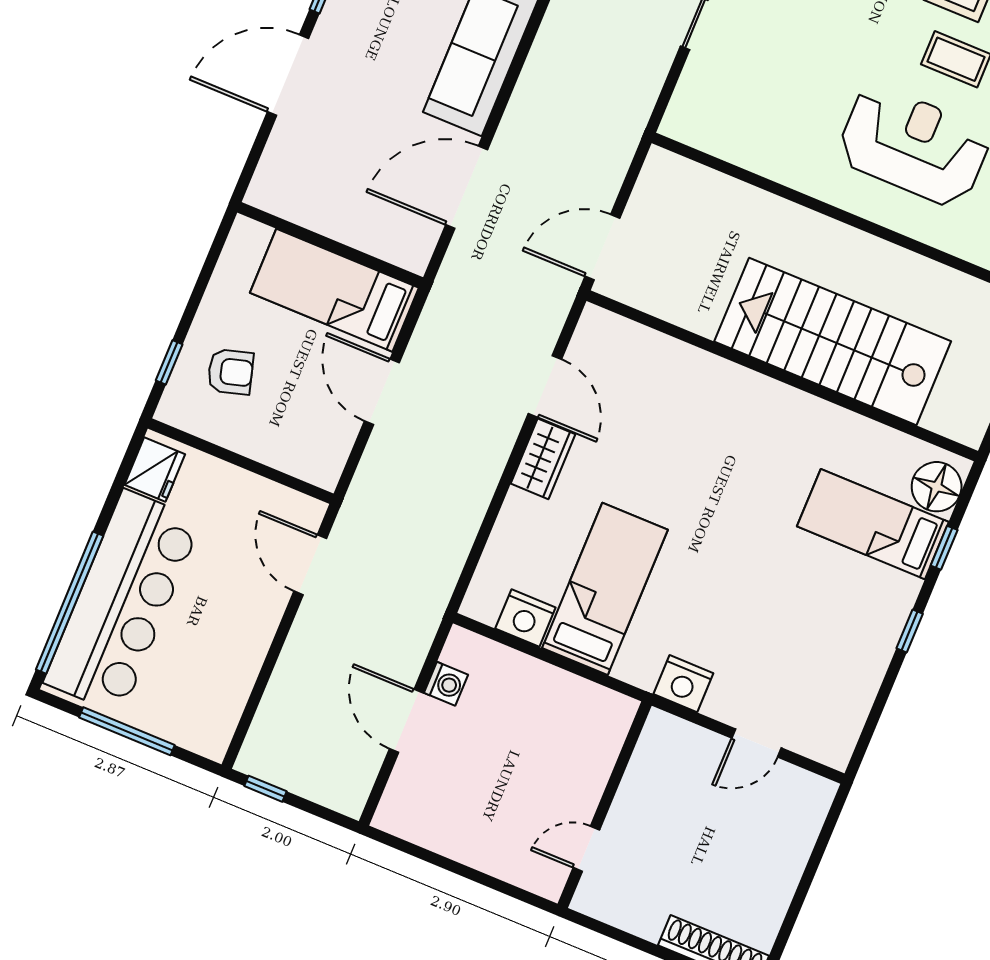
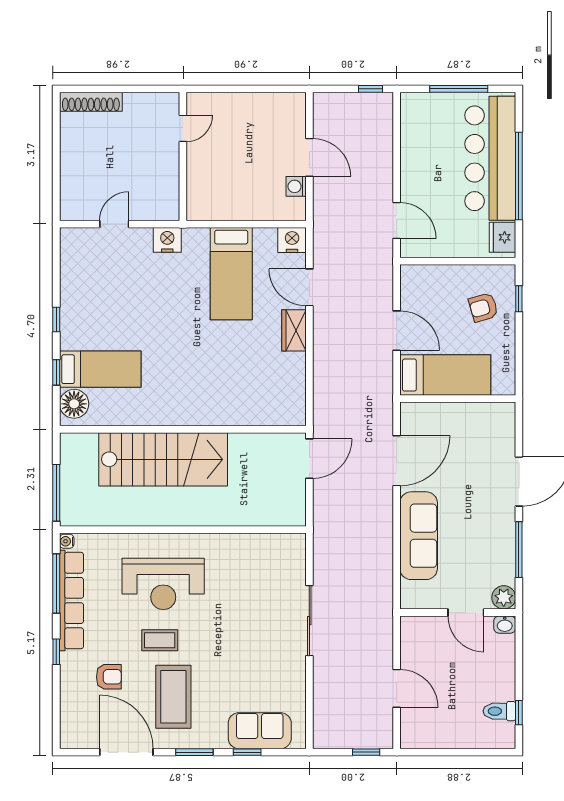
door: (545, 386) -> (309, 287), moved
window: (70, 603) -> (519, 176), moved
nightstand: (525, 618) -> (292, 240), moved

